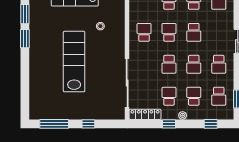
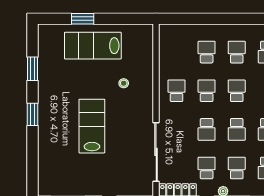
school desk: (194, 32) -> (237, 91), turned 180
window: (25, 39) -> (32, 114), moved
lab bench: (74, 62) -> (92, 126), width x0.73

